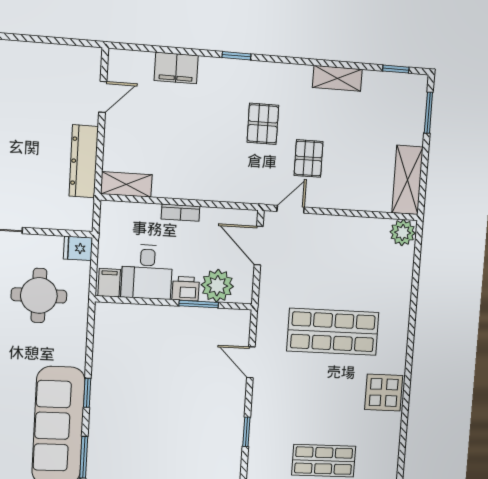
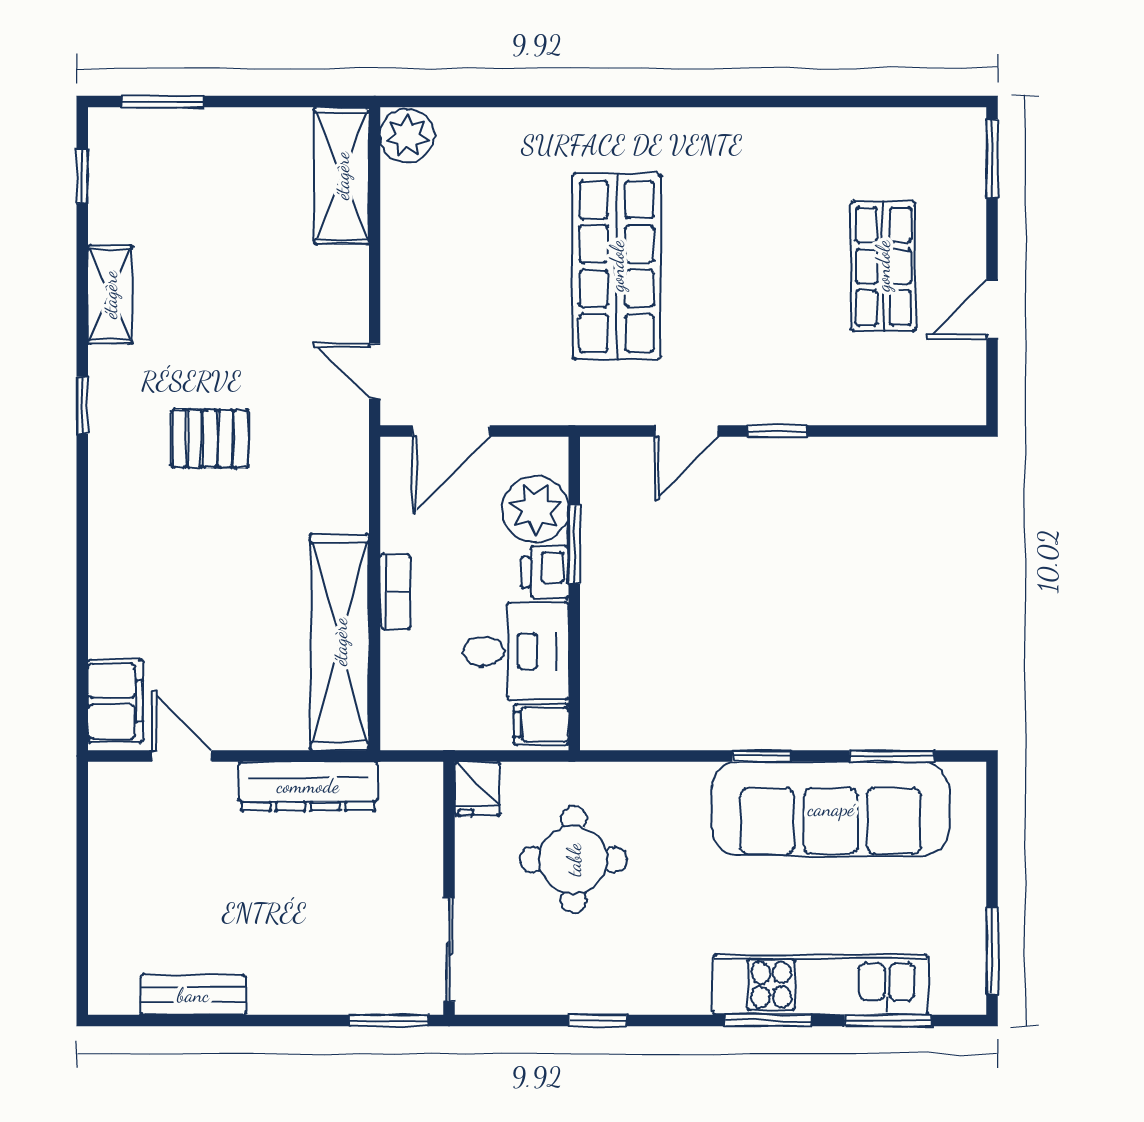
window: (236, 56) -> (82, 405), moved
filing cabinet: (176, 68) -> (115, 701), moved
pallet: (309, 158) -> (272, 341), removed
shelving: (407, 180) -> (342, 176), moved, turned 90
shelving: (126, 184) -> (340, 642), width x2.20, depth x1.33
display table: (384, 392) -> (737, 150), removed
window: (246, 432) -> (777, 431), moved

